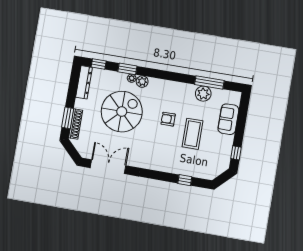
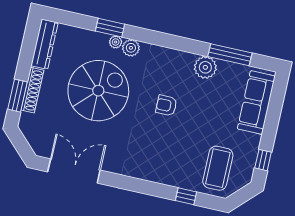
window: (99, 64) -> (68, 18), removed
plant: (203, 94) -> (205, 67), moved
sofa: (228, 119) -> (256, 102), width x1.36
shoe rack: (76, 124) -> (32, 90), moved
coffee table: (193, 134) -> (218, 168), moved

